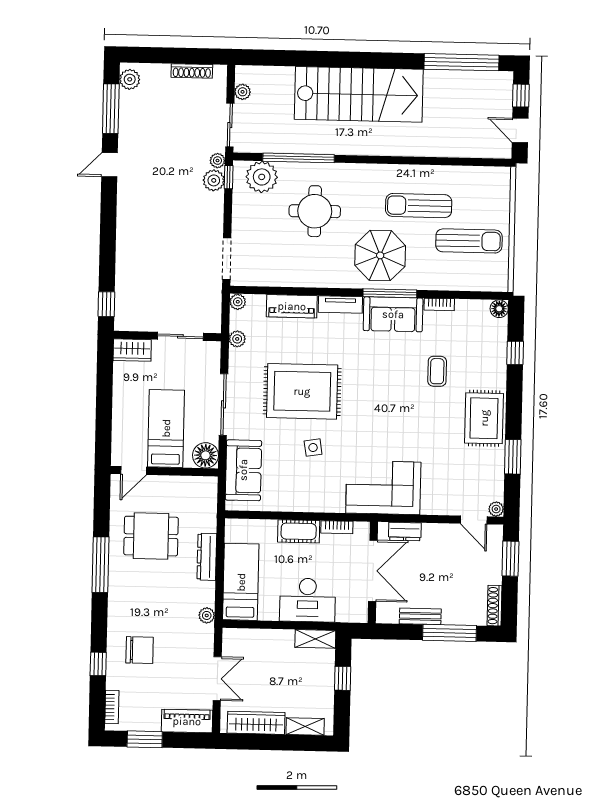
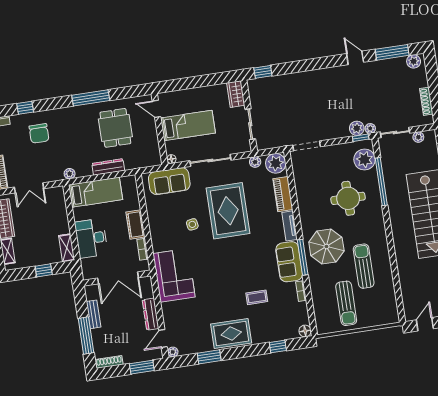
plant: (238, 302) -> (276, 163), width x1.88, depth x1.88
floor lamp: (206, 455) -> (171, 159), width x0.53, depth x0.53
dresser: (405, 532) -> (151, 314), moved, width x1.44

